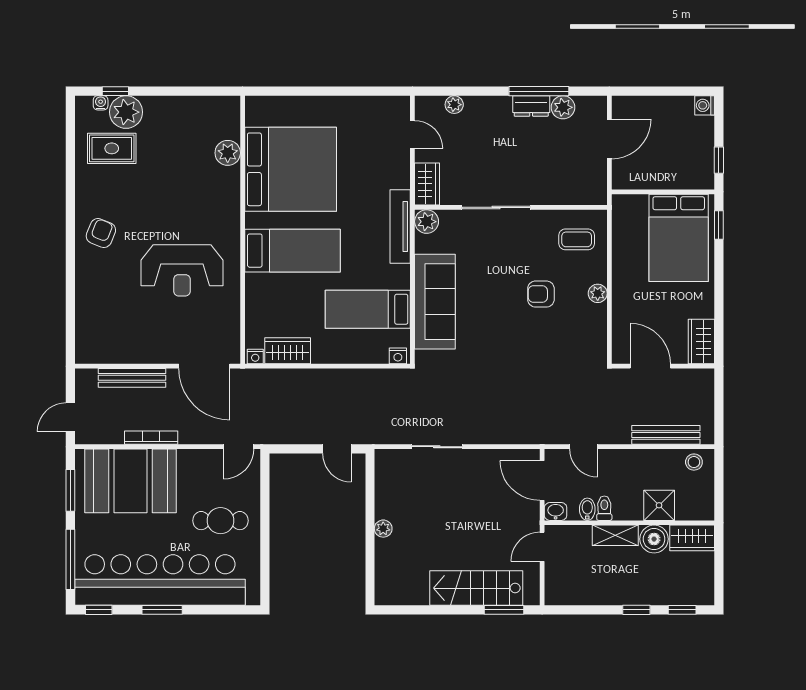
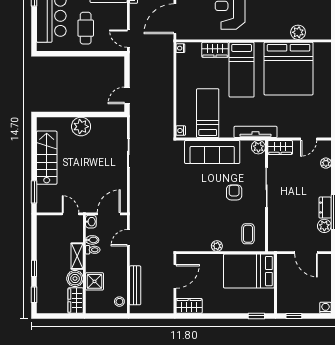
bed: (679, 238) -> (249, 271), moved
armchair: (541, 294) -> (234, 192), moved
wardrobe: (288, 351) -> (215, 50), moved, turned 90
plant: (383, 529) -> (81, 127), width x1.88, depth x1.88
stairs: (476, 588) -> (47, 158), moved

